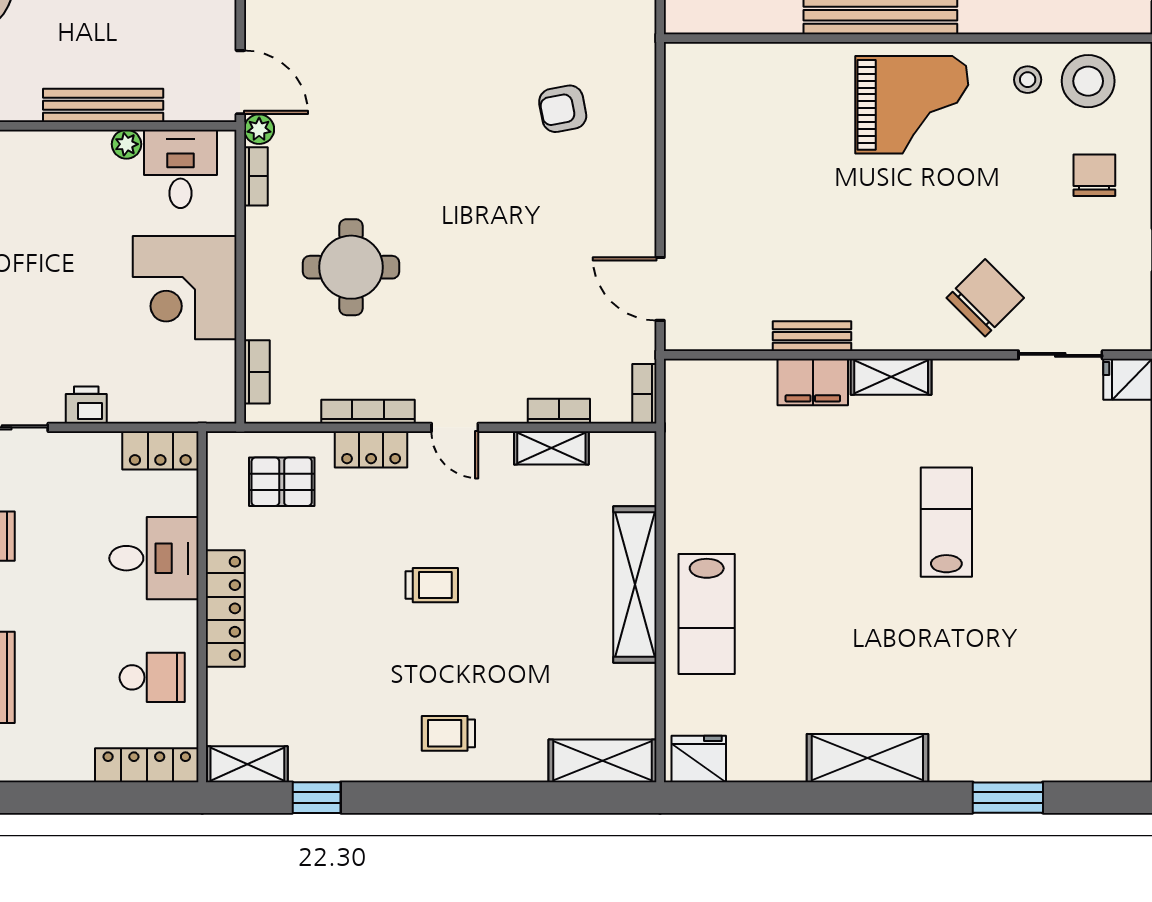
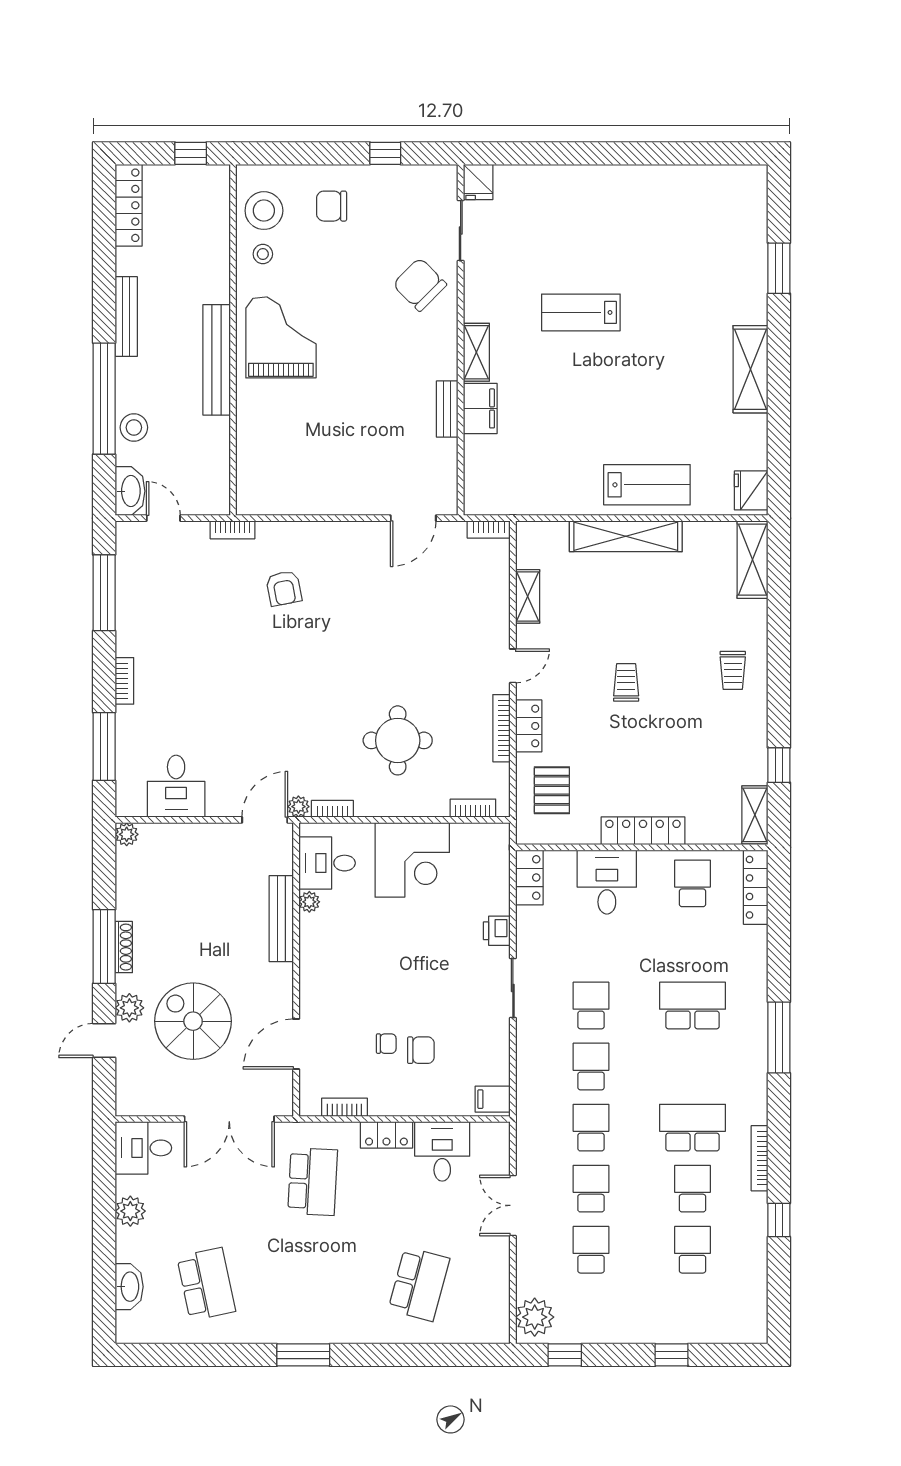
bookcase: (559, 411) -> (233, 530), moved, turned -90

